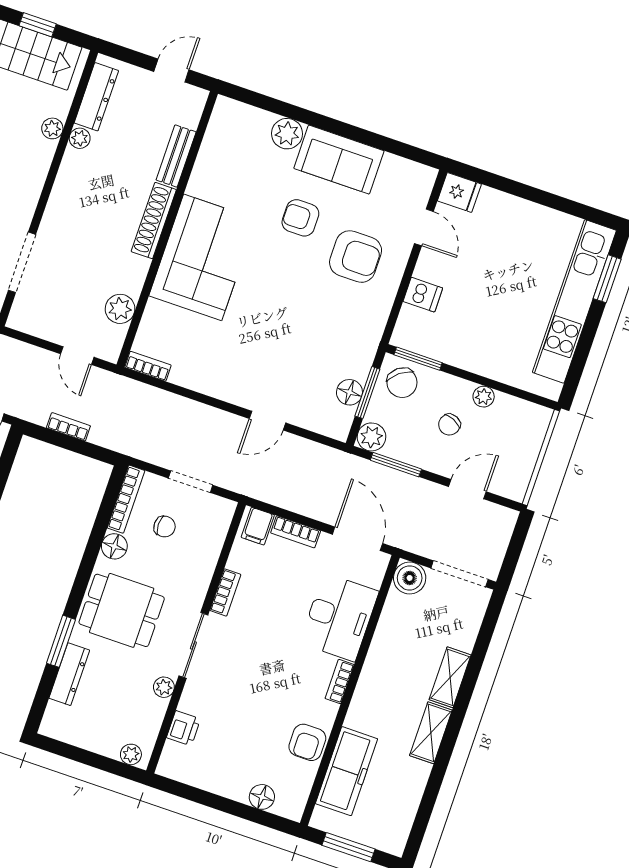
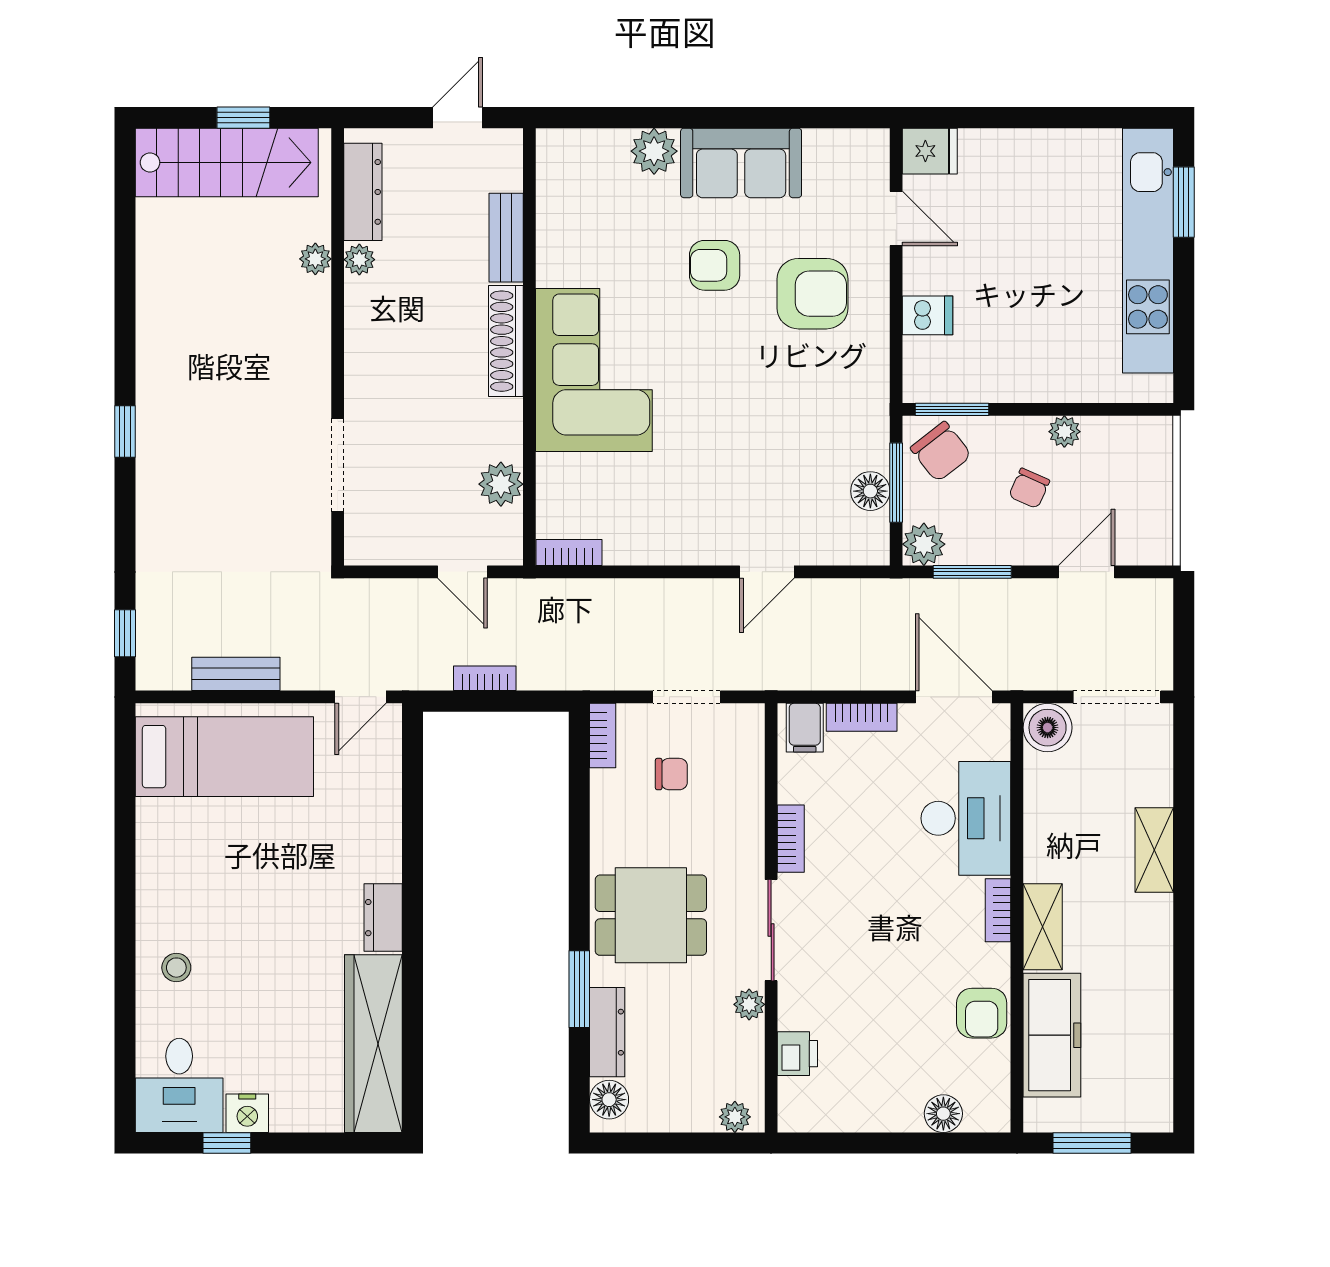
bookcase: (126, 499) -> (603, 736), width x0.64
floor lamp: (114, 546) -> (609, 1100), moved
shelving: (431, 733) -> (1043, 927), moved

